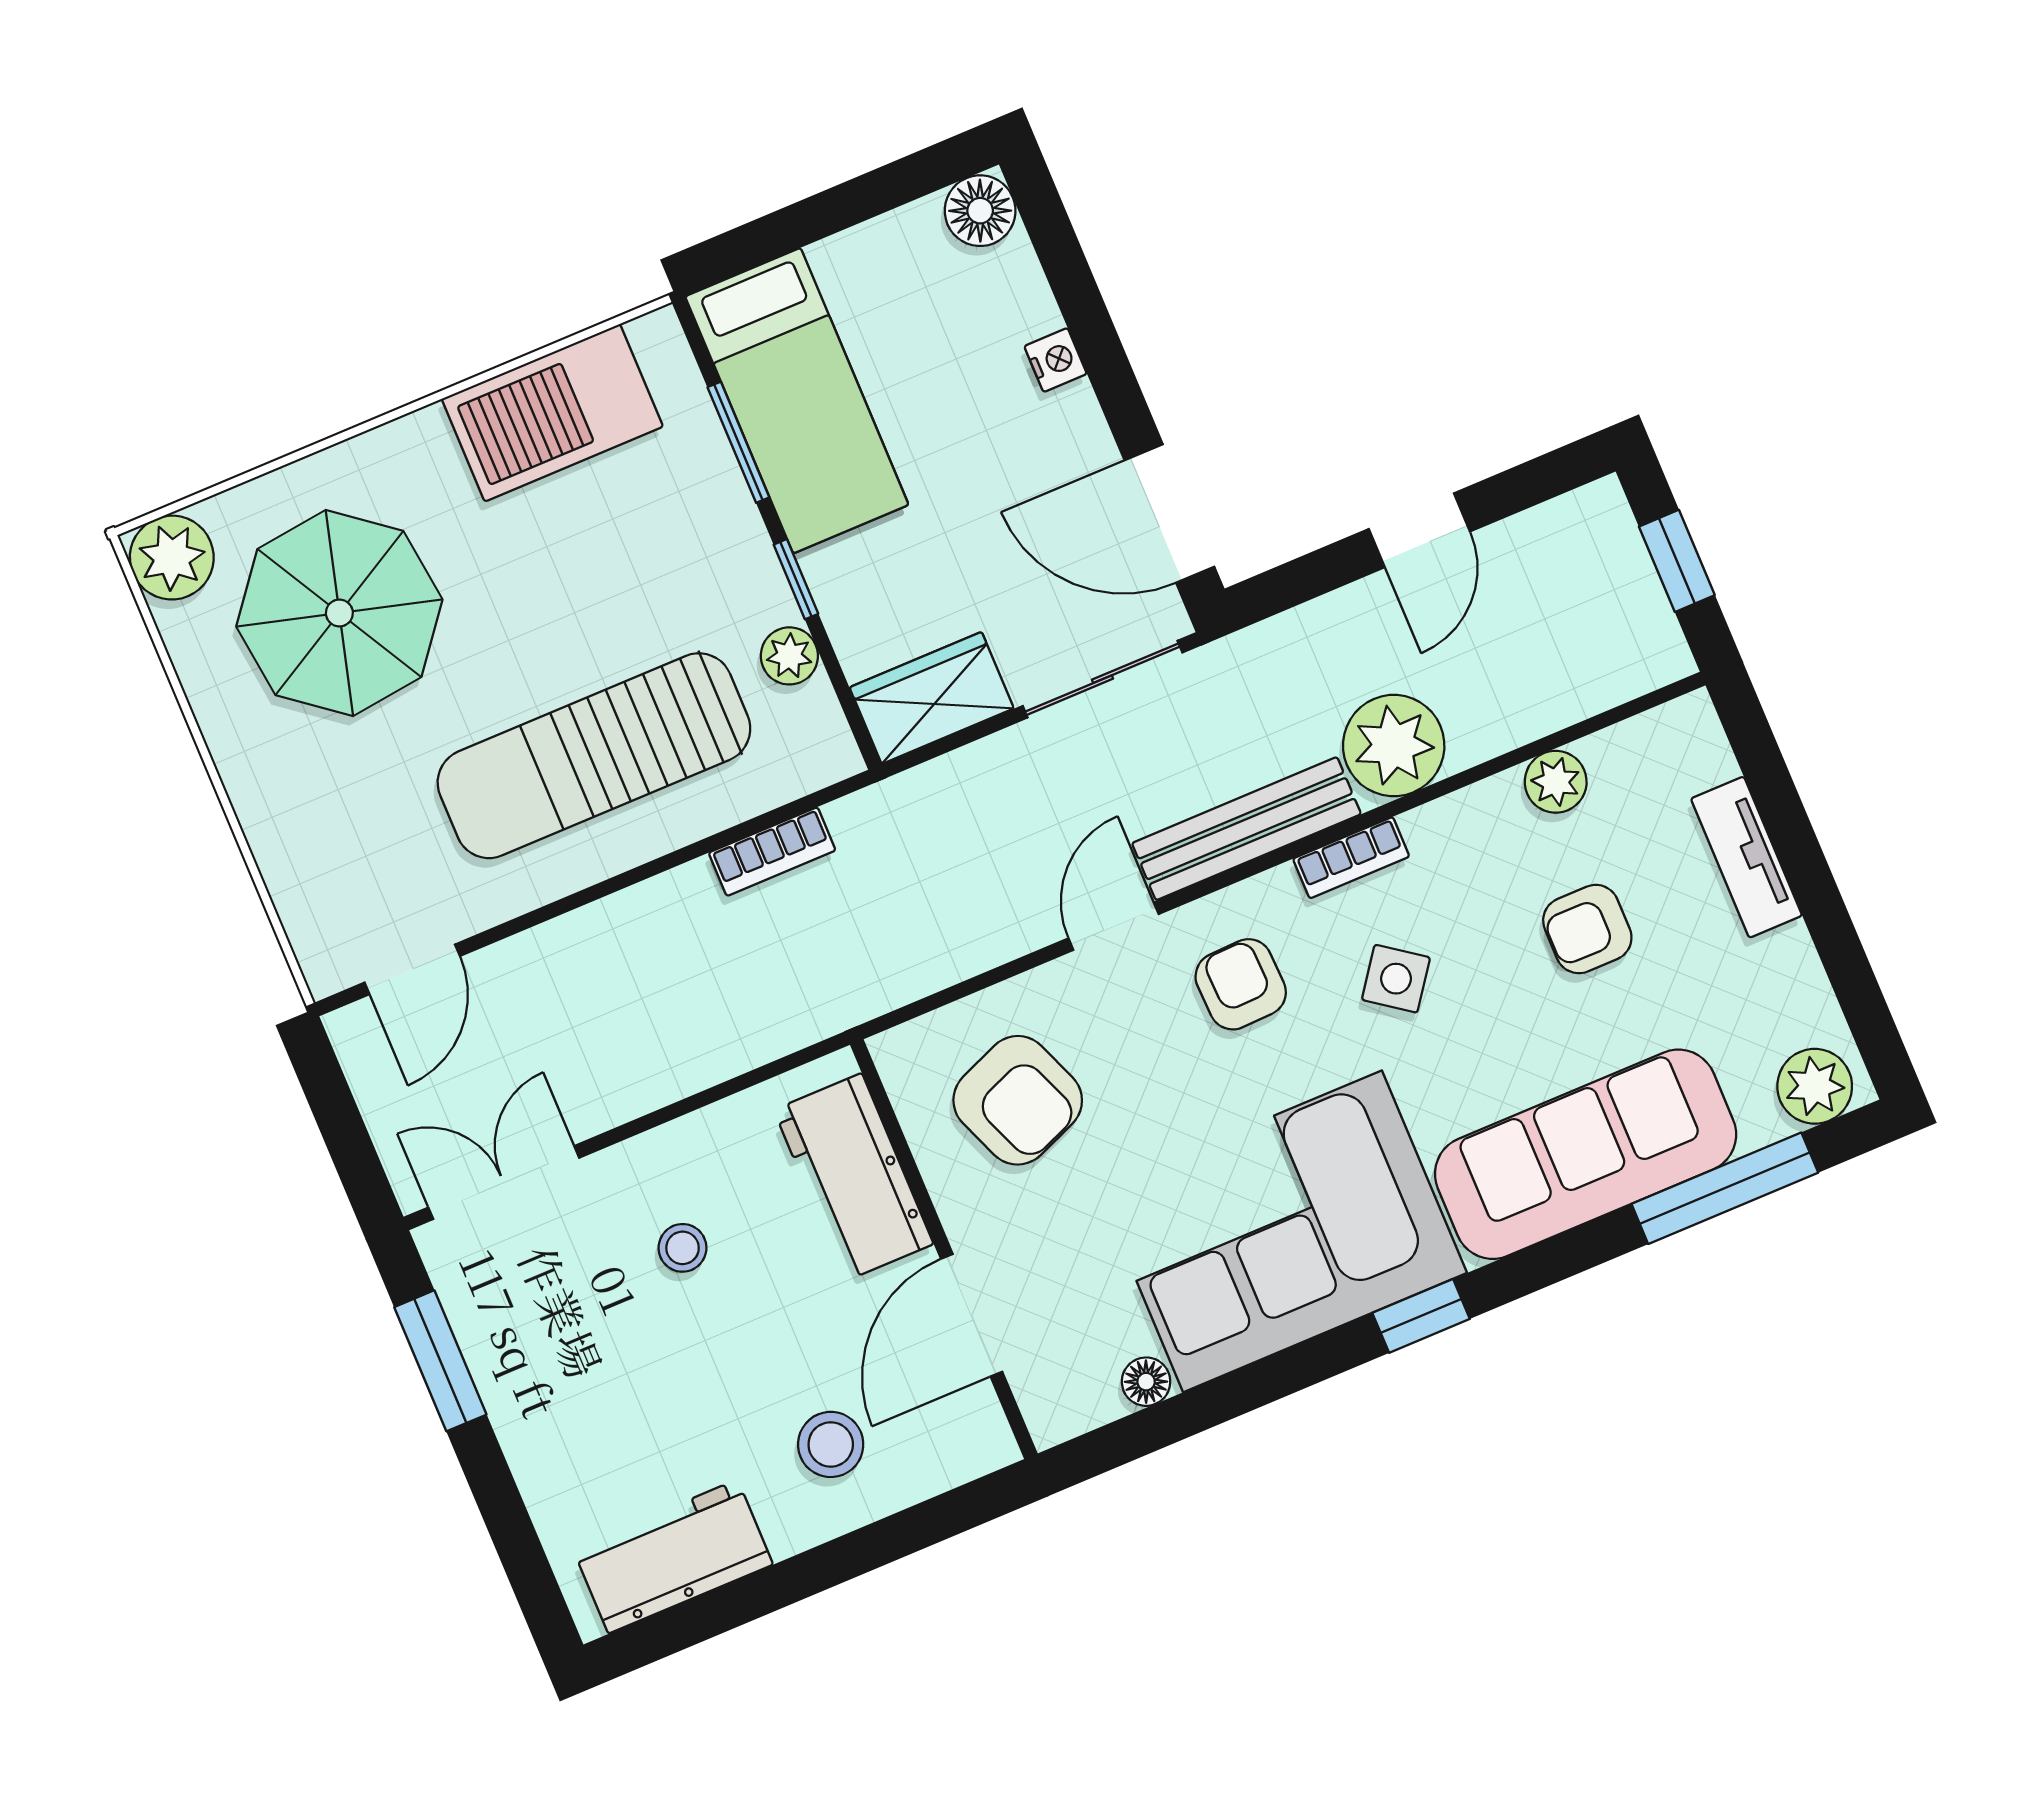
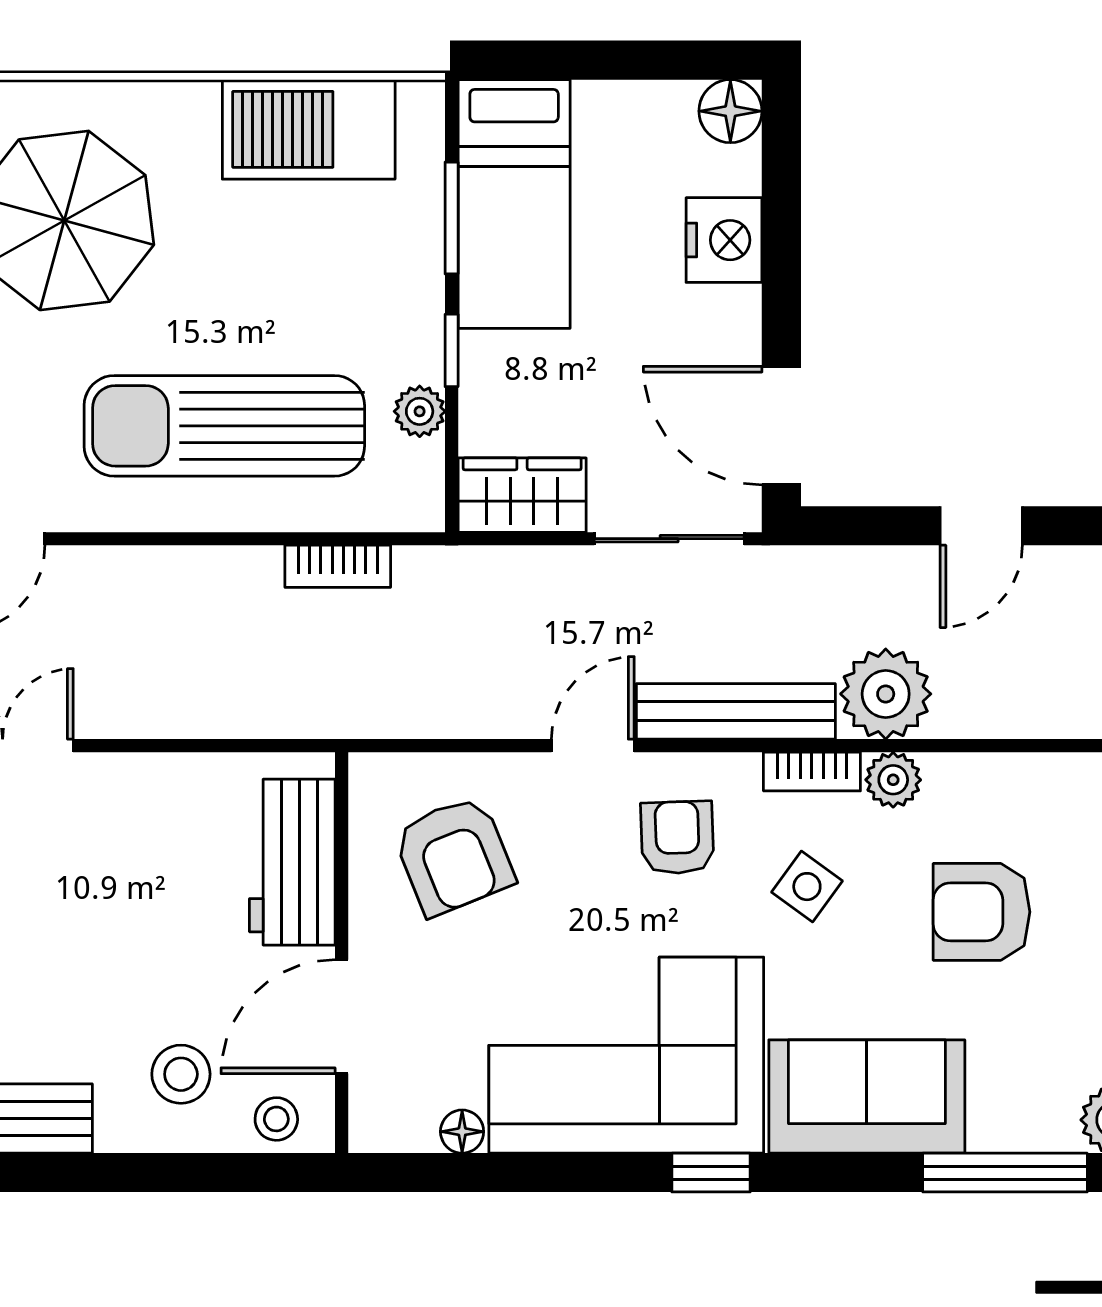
nightstand: (1056, 360) -> (724, 240), width x1.89, depth x1.79
plant: (1556, 782) -> (893, 780), moved
armchair: (1587, 929) -> (982, 912), width x1.38, depth x1.38
sofa: (1586, 1154) -> (867, 1097), width x0.73
stool: (683, 1248) -> (276, 1119), moved

